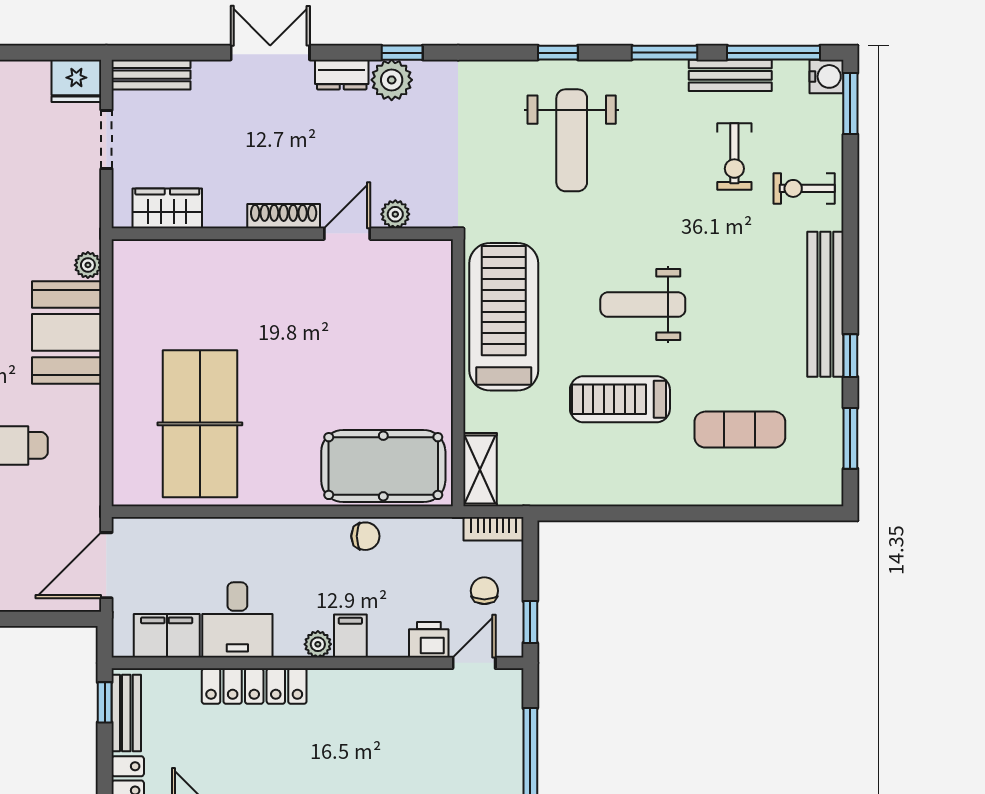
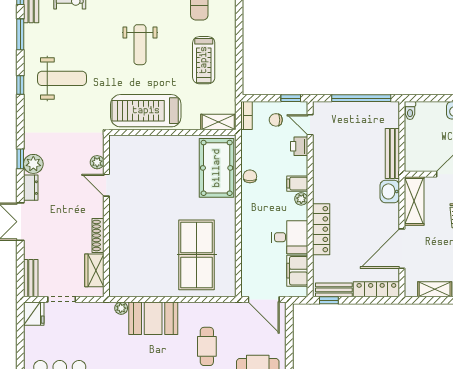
shoe rack: (284, 216) -> (98, 235), moved
treadmill: (620, 399) -> (204, 60), moved
table tennis table: (200, 424) -> (197, 255), turned 90

